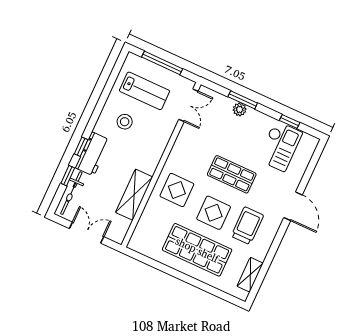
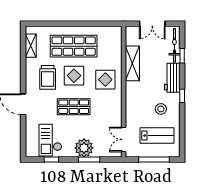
lab bench: (145, 91) -> (157, 136), turned 180
plant: (240, 109) -> (84, 148), width x1.88, depth x1.88
window: (81, 147) -> (182, 96), moved

